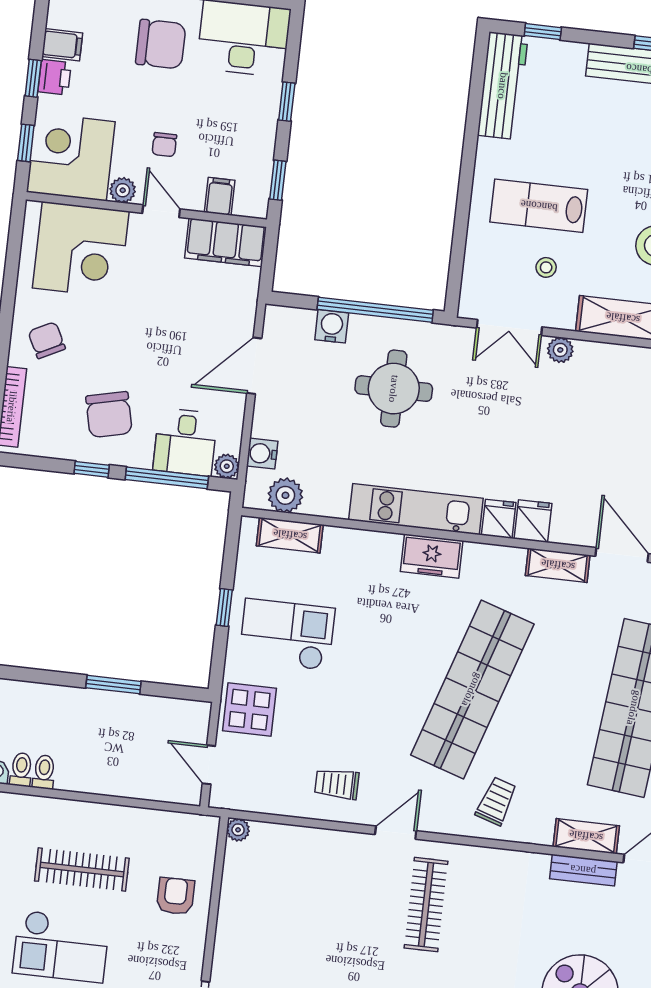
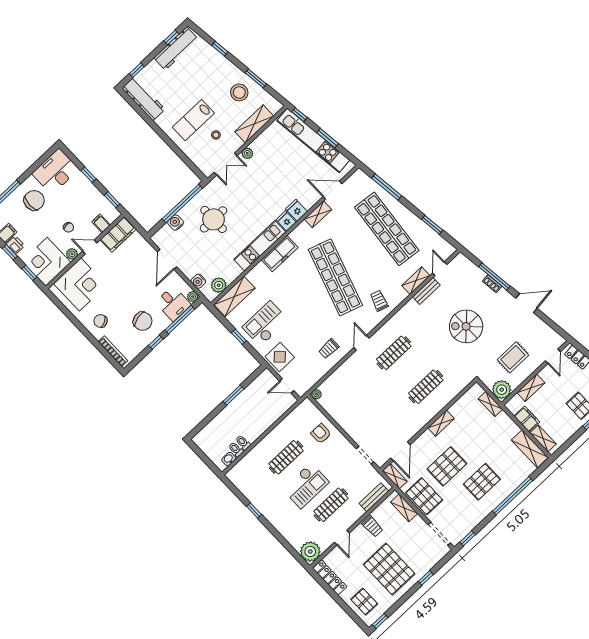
shelving: (290, 535) -> (235, 296), width x1.50, depth x1.33
freezer: (432, 556) -> (280, 254), width x1.40
clothes rail: (426, 905) -> (394, 353), turned 90

